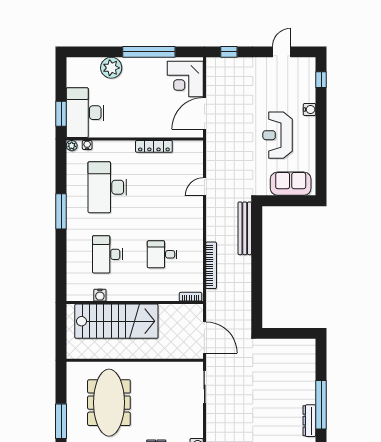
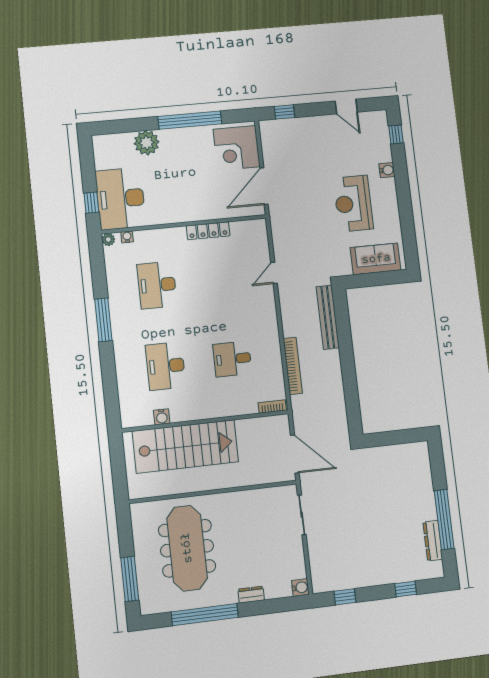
door: (282, 52) -> (346, 107), swing flipped
window: (61, 114) -> (91, 203), width x0.67
desk: (107, 187) -> (157, 285), width x0.73, depth x0.77

